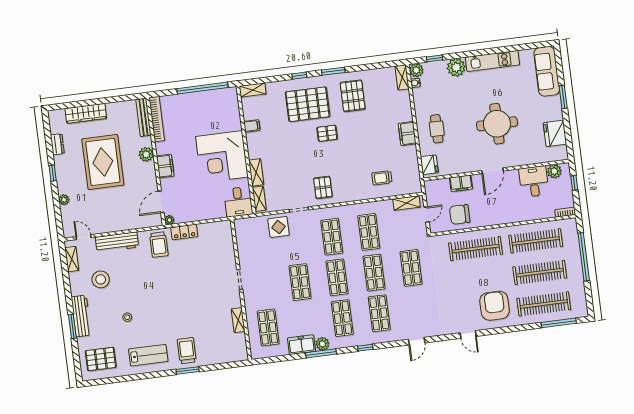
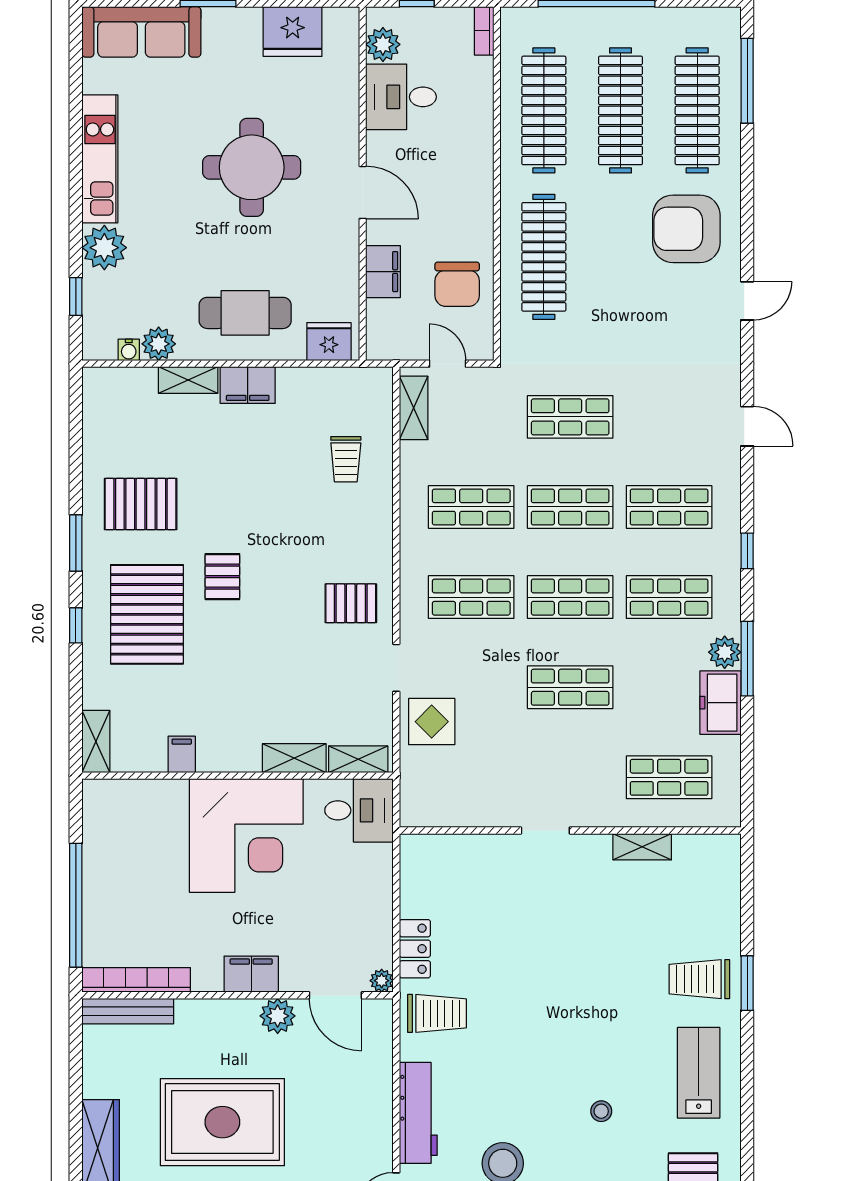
plant: (416, 70) -> (159, 344), moved
shelving: (402, 77) -> (188, 380), moved
window: (202, 88) -> (76, 905), moved
cafe table: (437, 129) -> (245, 313), width x1.37, depth x1.35
plant: (146, 154) -> (278, 1016), moved

